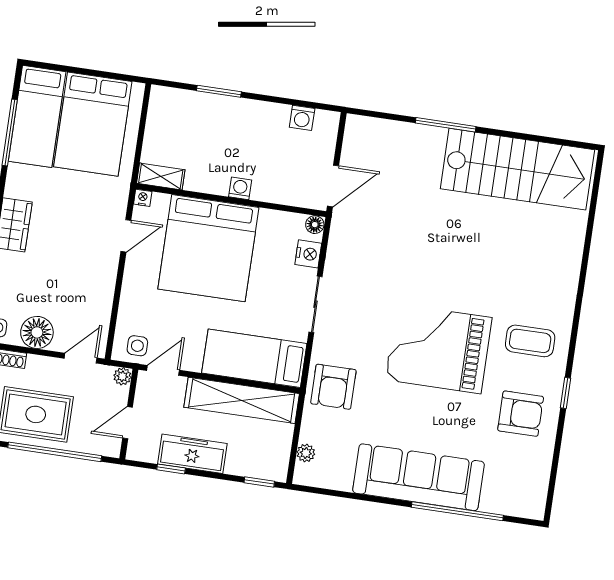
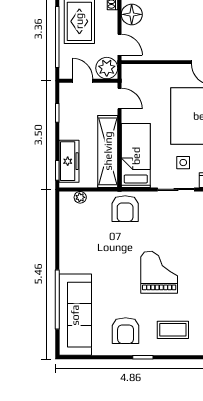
coffee table: (530, 341) -> (173, 330), turned 90
side table: (137, 346) -> (183, 163), moved
grand piano: (439, 349) -> (159, 272), width x0.73, depth x0.68
plant: (122, 376) -> (107, 68), width x1.87, depth x1.87
armchair: (333, 387) -> (125, 209), turned -90
freezer: (192, 454) -> (69, 161), moved
sofa: (418, 477) -> (75, 315), moved

